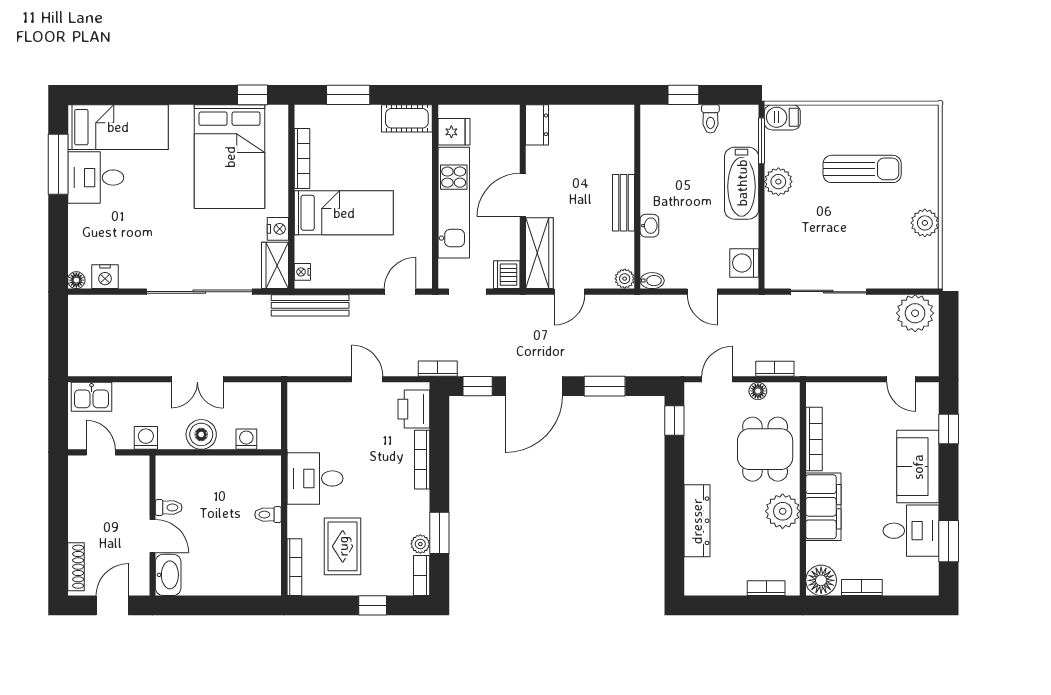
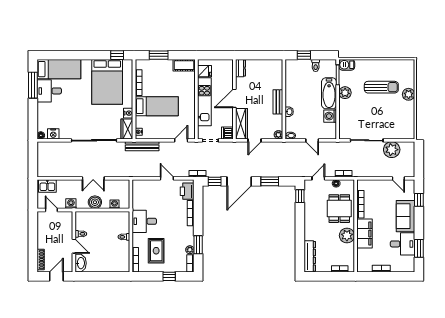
plant: (925, 223) -> (409, 94), moved
washing machine: (744, 263) -> (330, 116), moved
plant: (915, 313) -> (392, 150), moved
dresser: (697, 521) -> (310, 256), moved
floor lamp: (821, 580) -> (364, 265), removed

